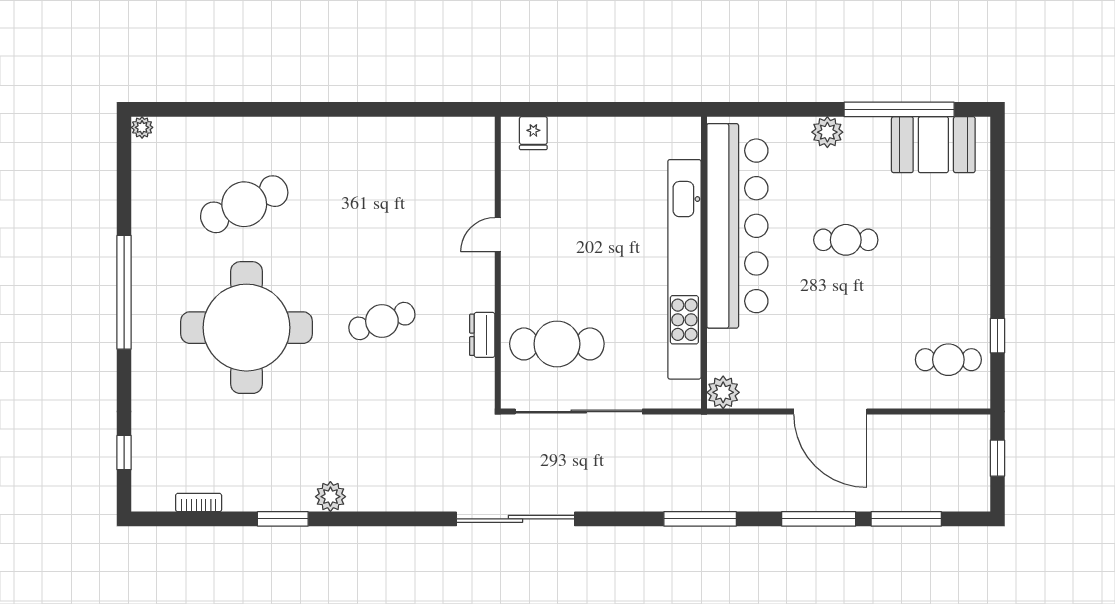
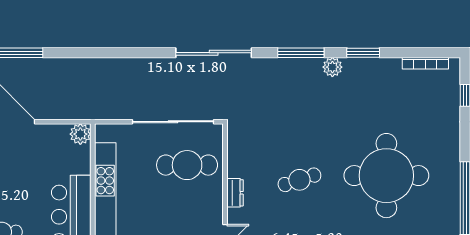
dresser: (482, 335) -> (235, 193), moved
bookcase: (199, 503) -> (425, 63), width x1.56
window: (700, 519) -> (301, 53), moved

